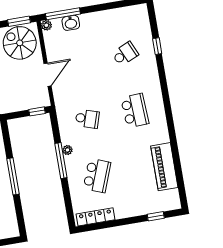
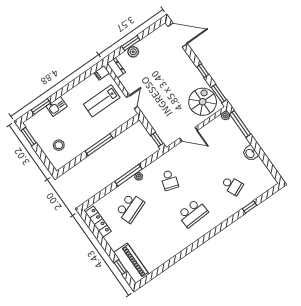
washbasin: (71, 23) -> (250, 153), moved
piano: (164, 167) -> (131, 263), moved, turned 90
school desk: (97, 176) -> (130, 208), turned -42

